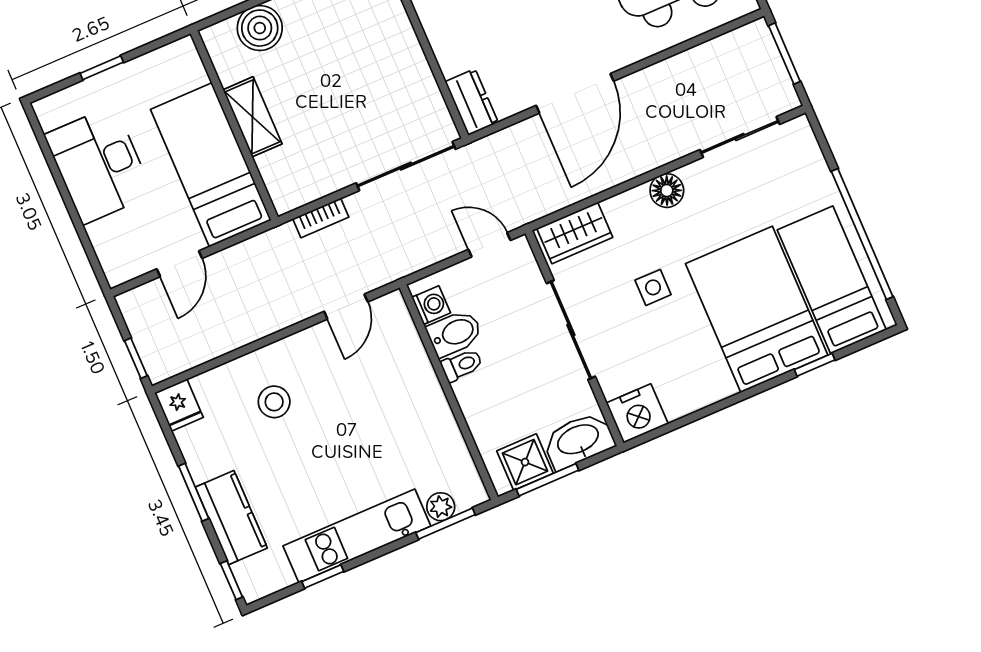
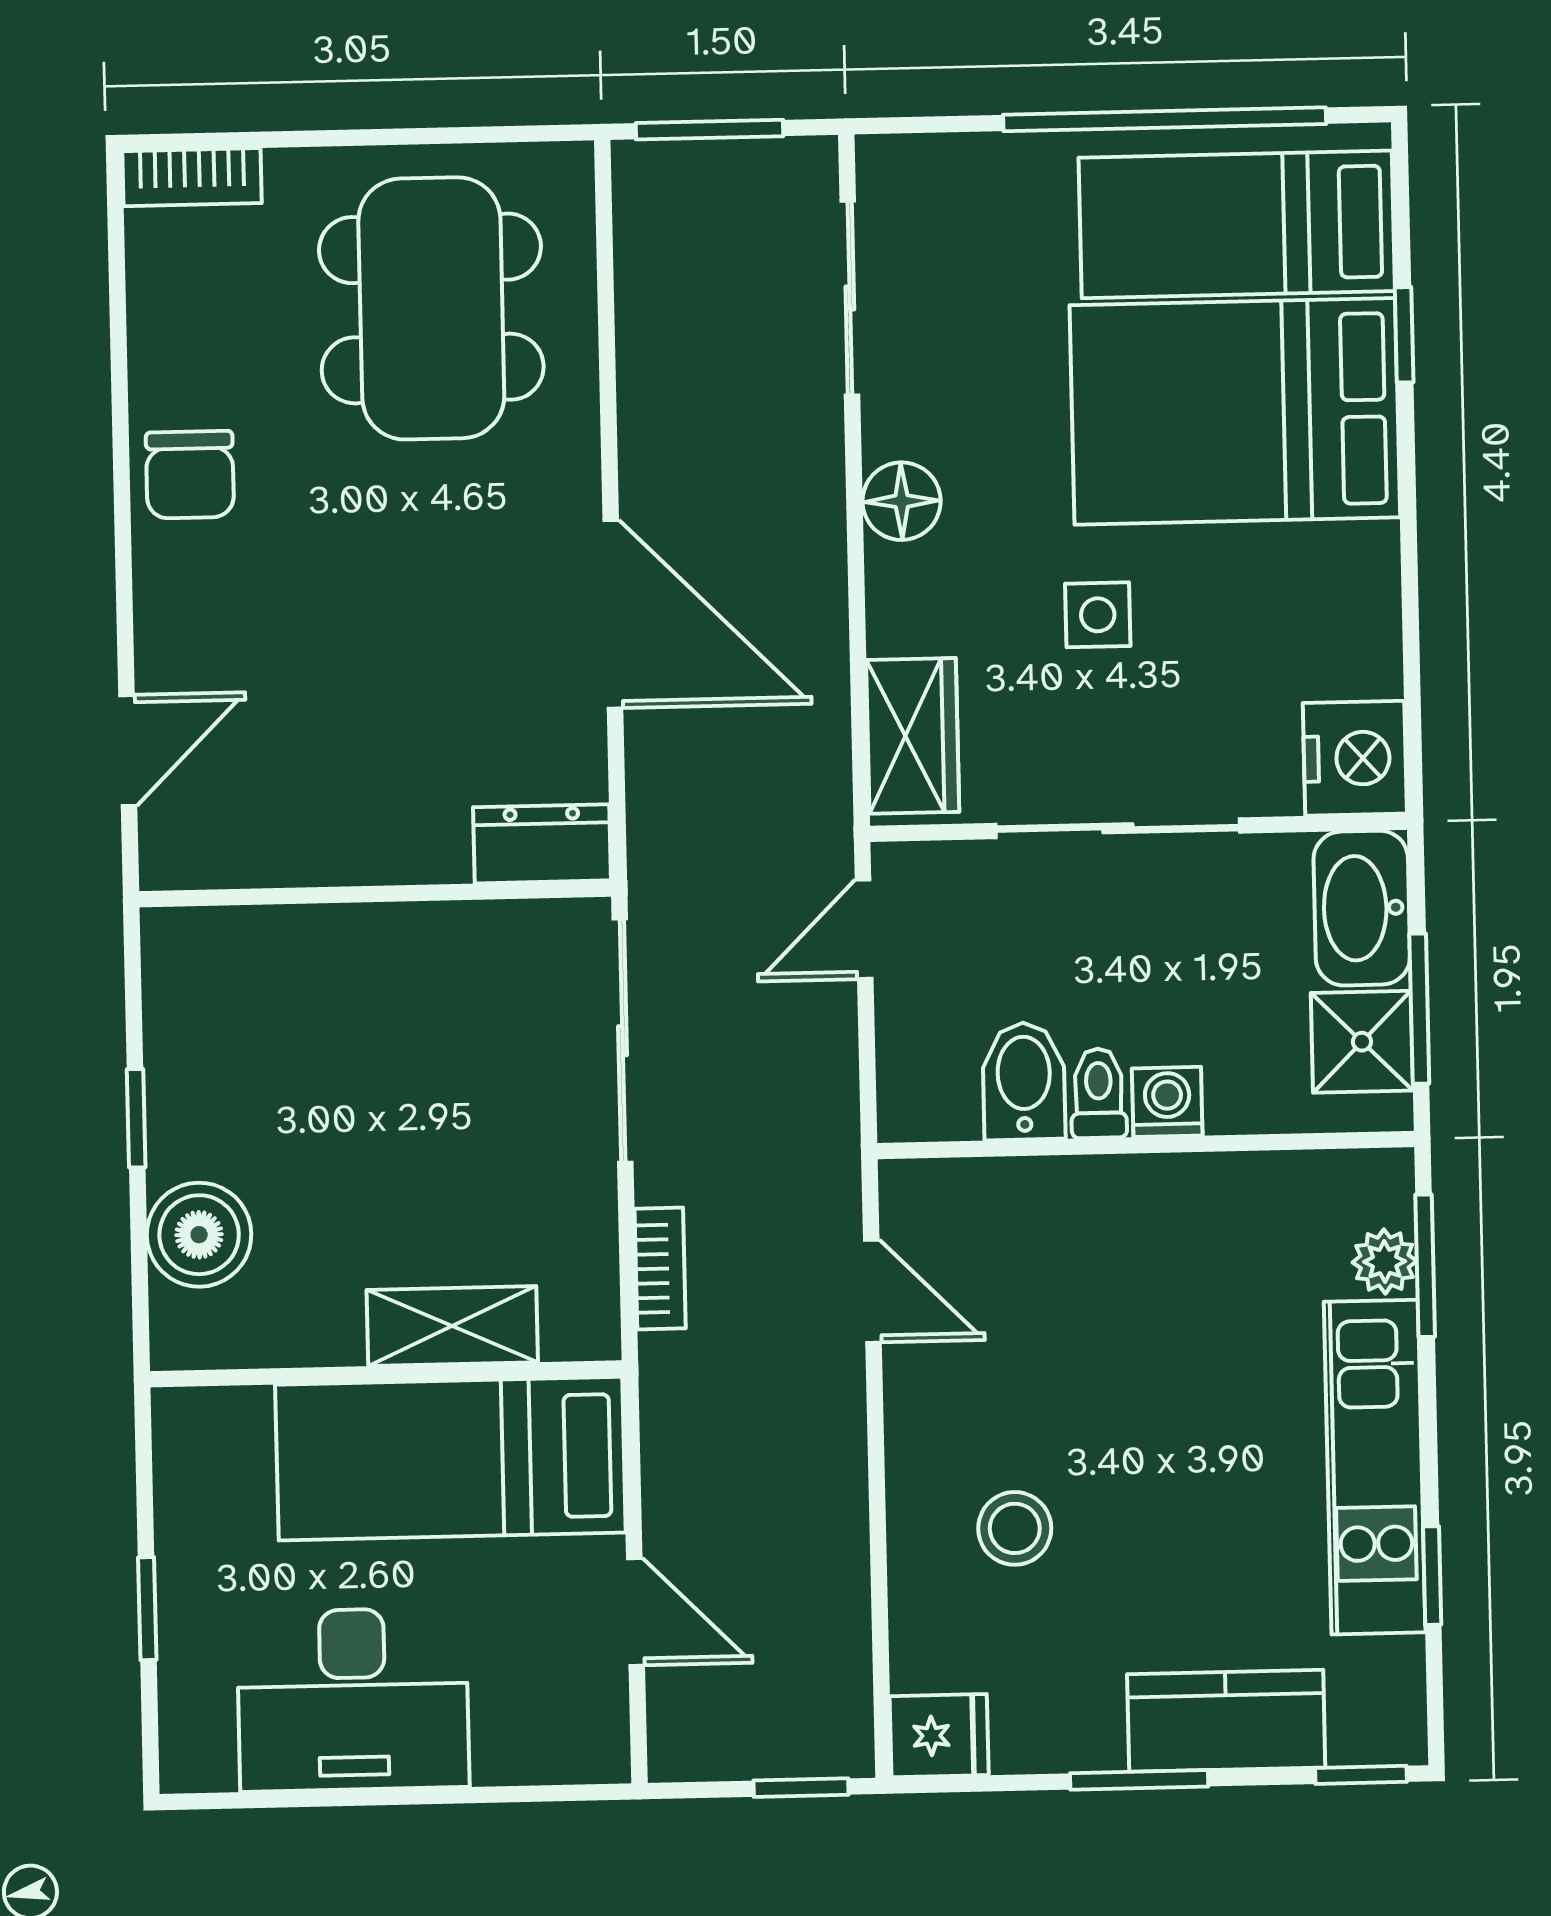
shelving: (252, 117) -> (452, 1326), moved
washing machine: (431, 305) -> (1167, 1102), moved

